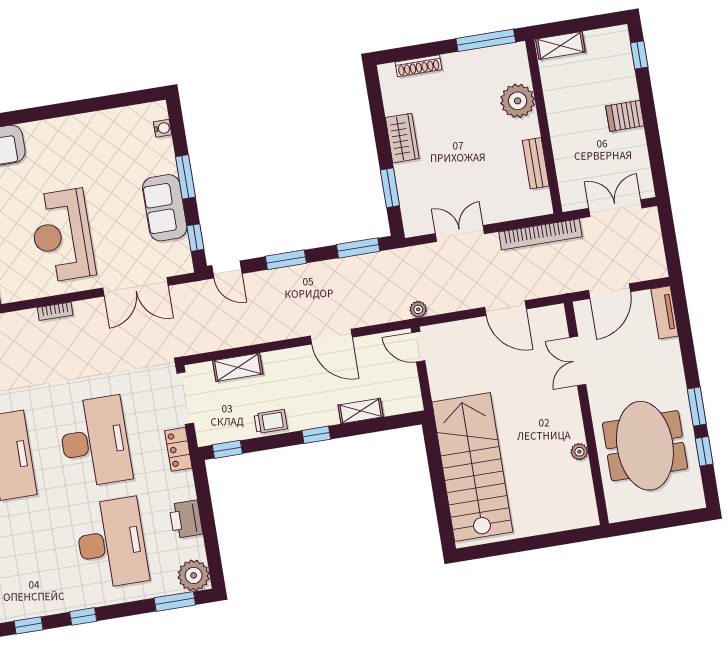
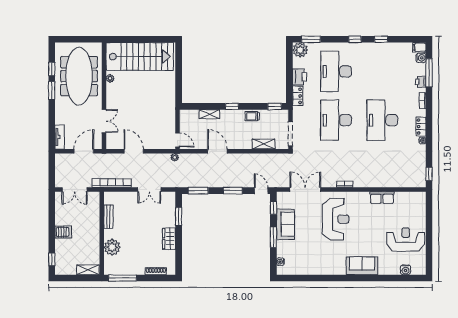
meeting table: (645, 446) -> (79, 76), width x1.36
locker: (178, 449) -> (298, 96), moved
stairs: (472, 467) -> (140, 56), moved, turned -90

